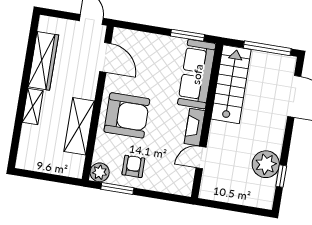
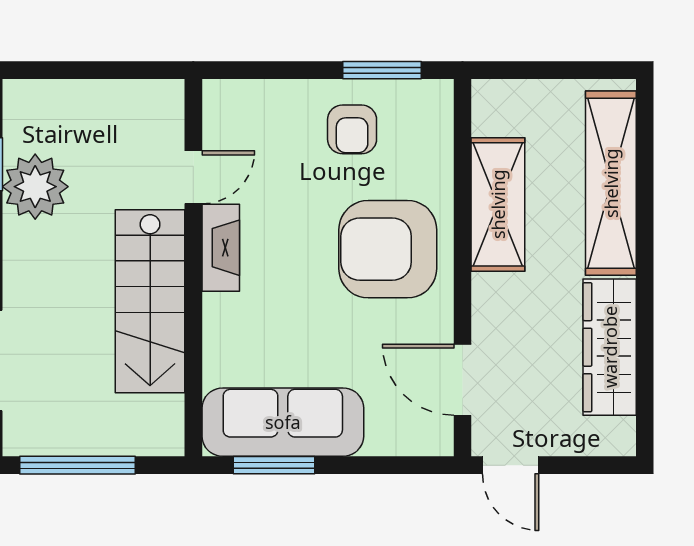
sofa: (197, 74) -> (283, 422), moved, turned -90
stairs: (231, 84) -> (150, 301), moved
shelving: (33, 107) -> (611, 183), width x2.20, depth x1.33
plant: (100, 172) -> (431, 102), removed

